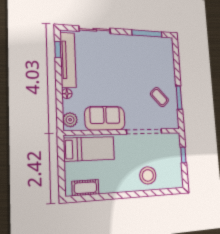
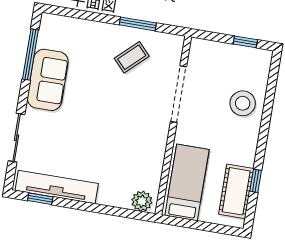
floor lamp: (67, 94) -> (105, 198), removed
sofa: (105, 118) -> (48, 80), moved, turned 180
window: (183, 155) -> (245, 42), moved
cot: (85, 188) -> (236, 191), width x1.37, depth x1.34
window: (100, 197) -> (256, 181), added

